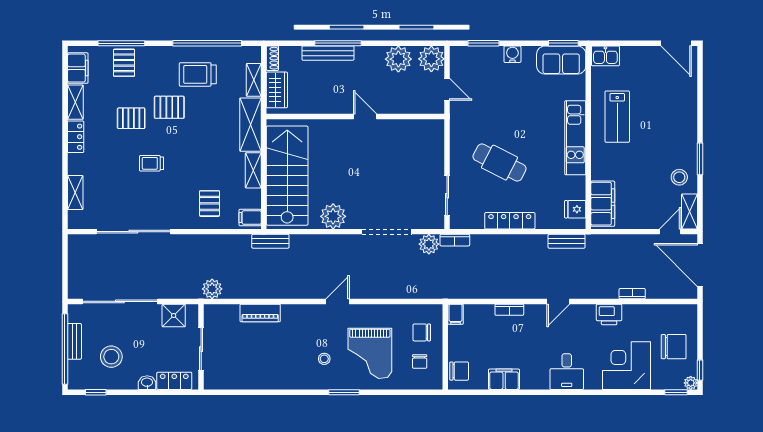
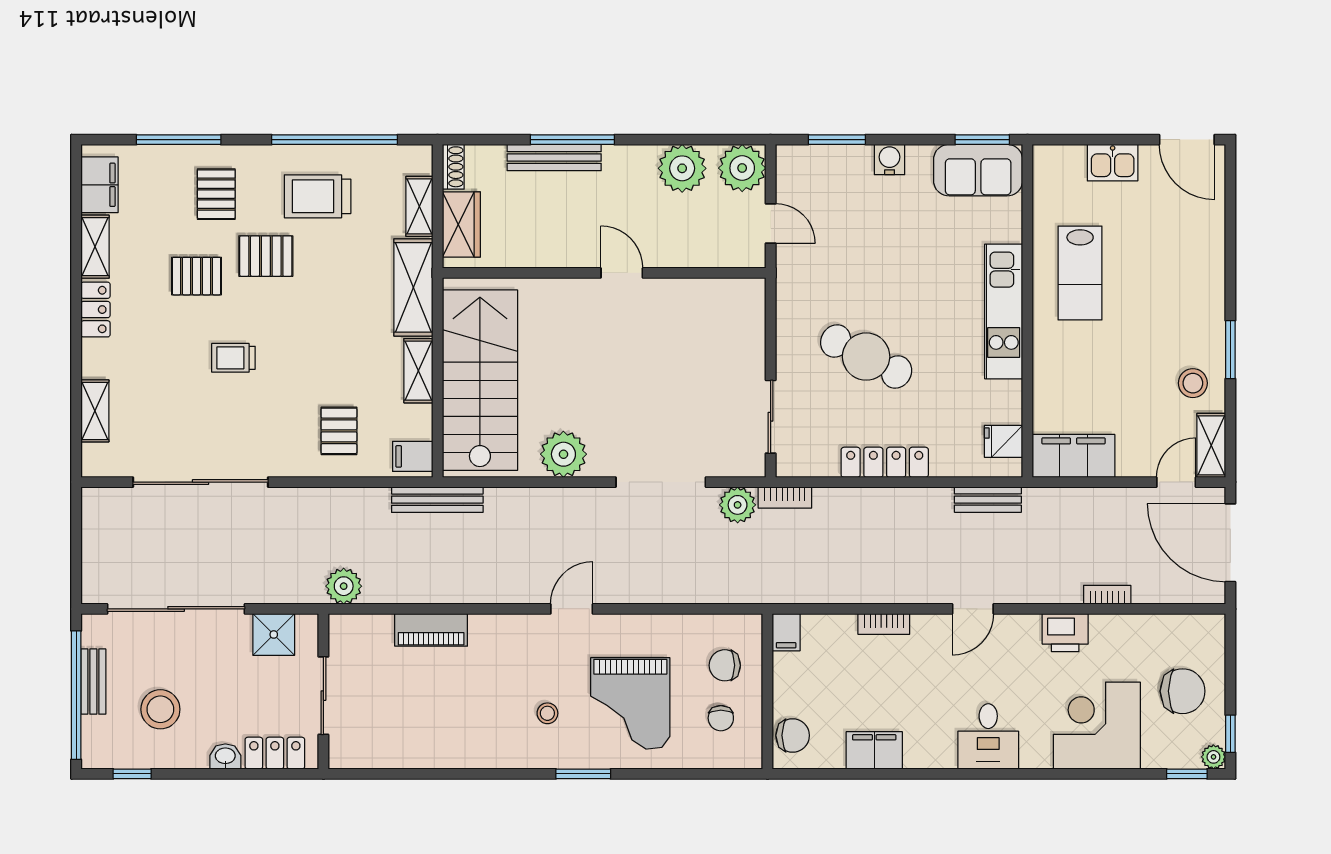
kitchen sink: (605, 56) -> (1113, 163), moved
pallet: (124, 63) -> (216, 194), moved
filing cabinet: (603, 204) -> (1074, 456), moved, turned -90
bench: (270, 241) -> (437, 500), width x1.36

